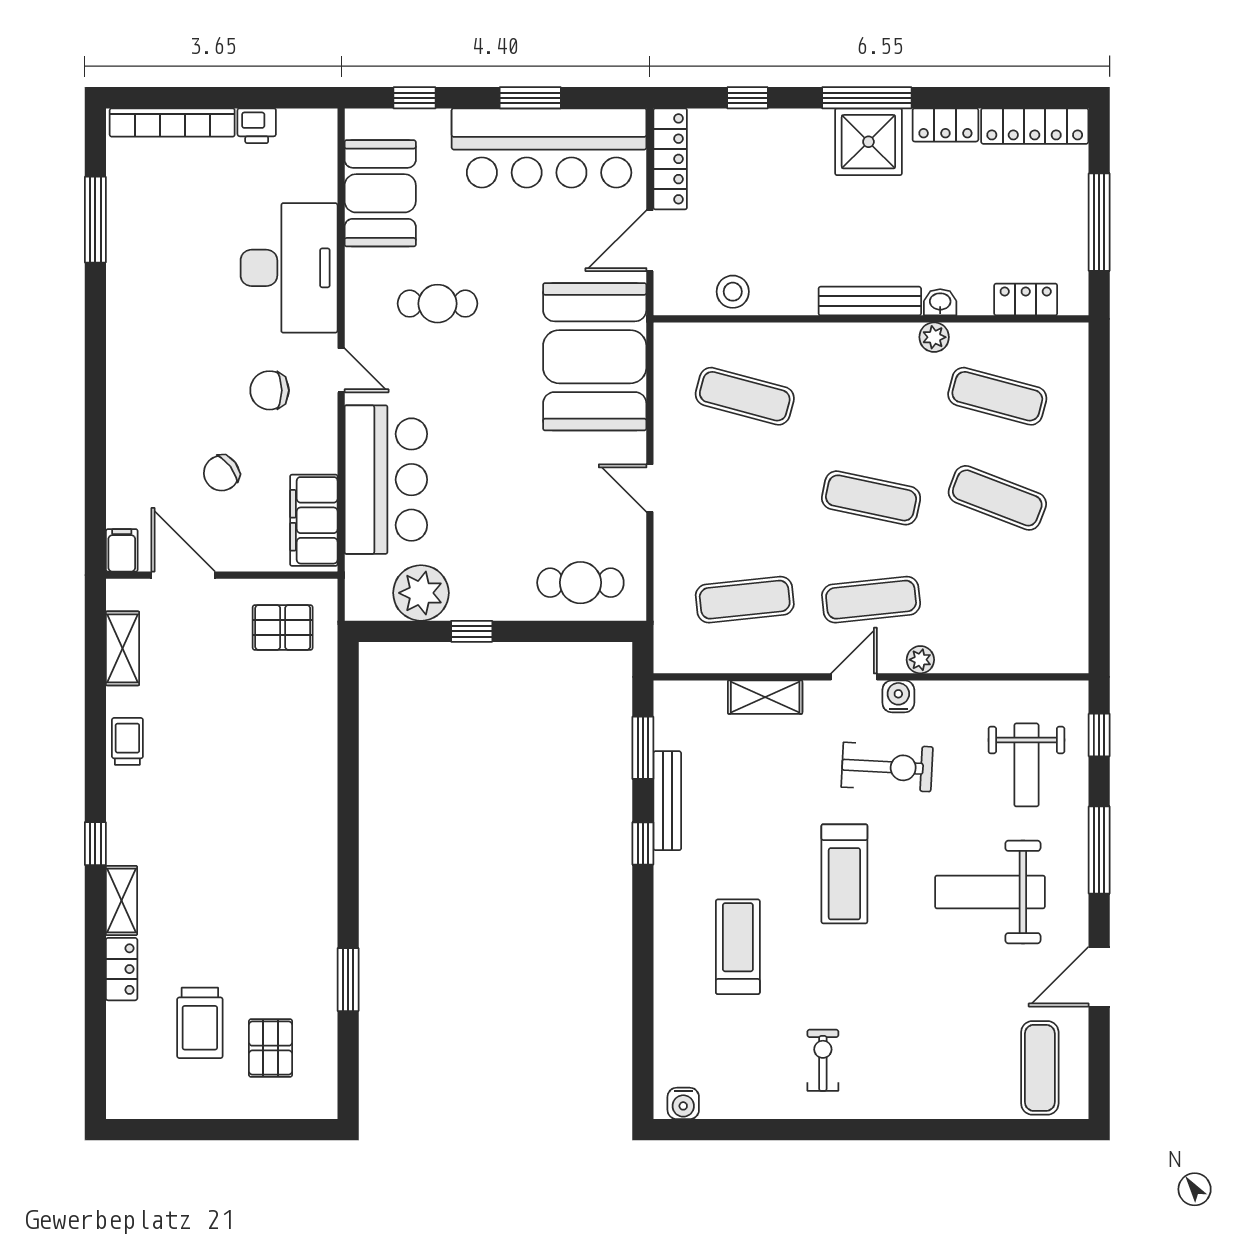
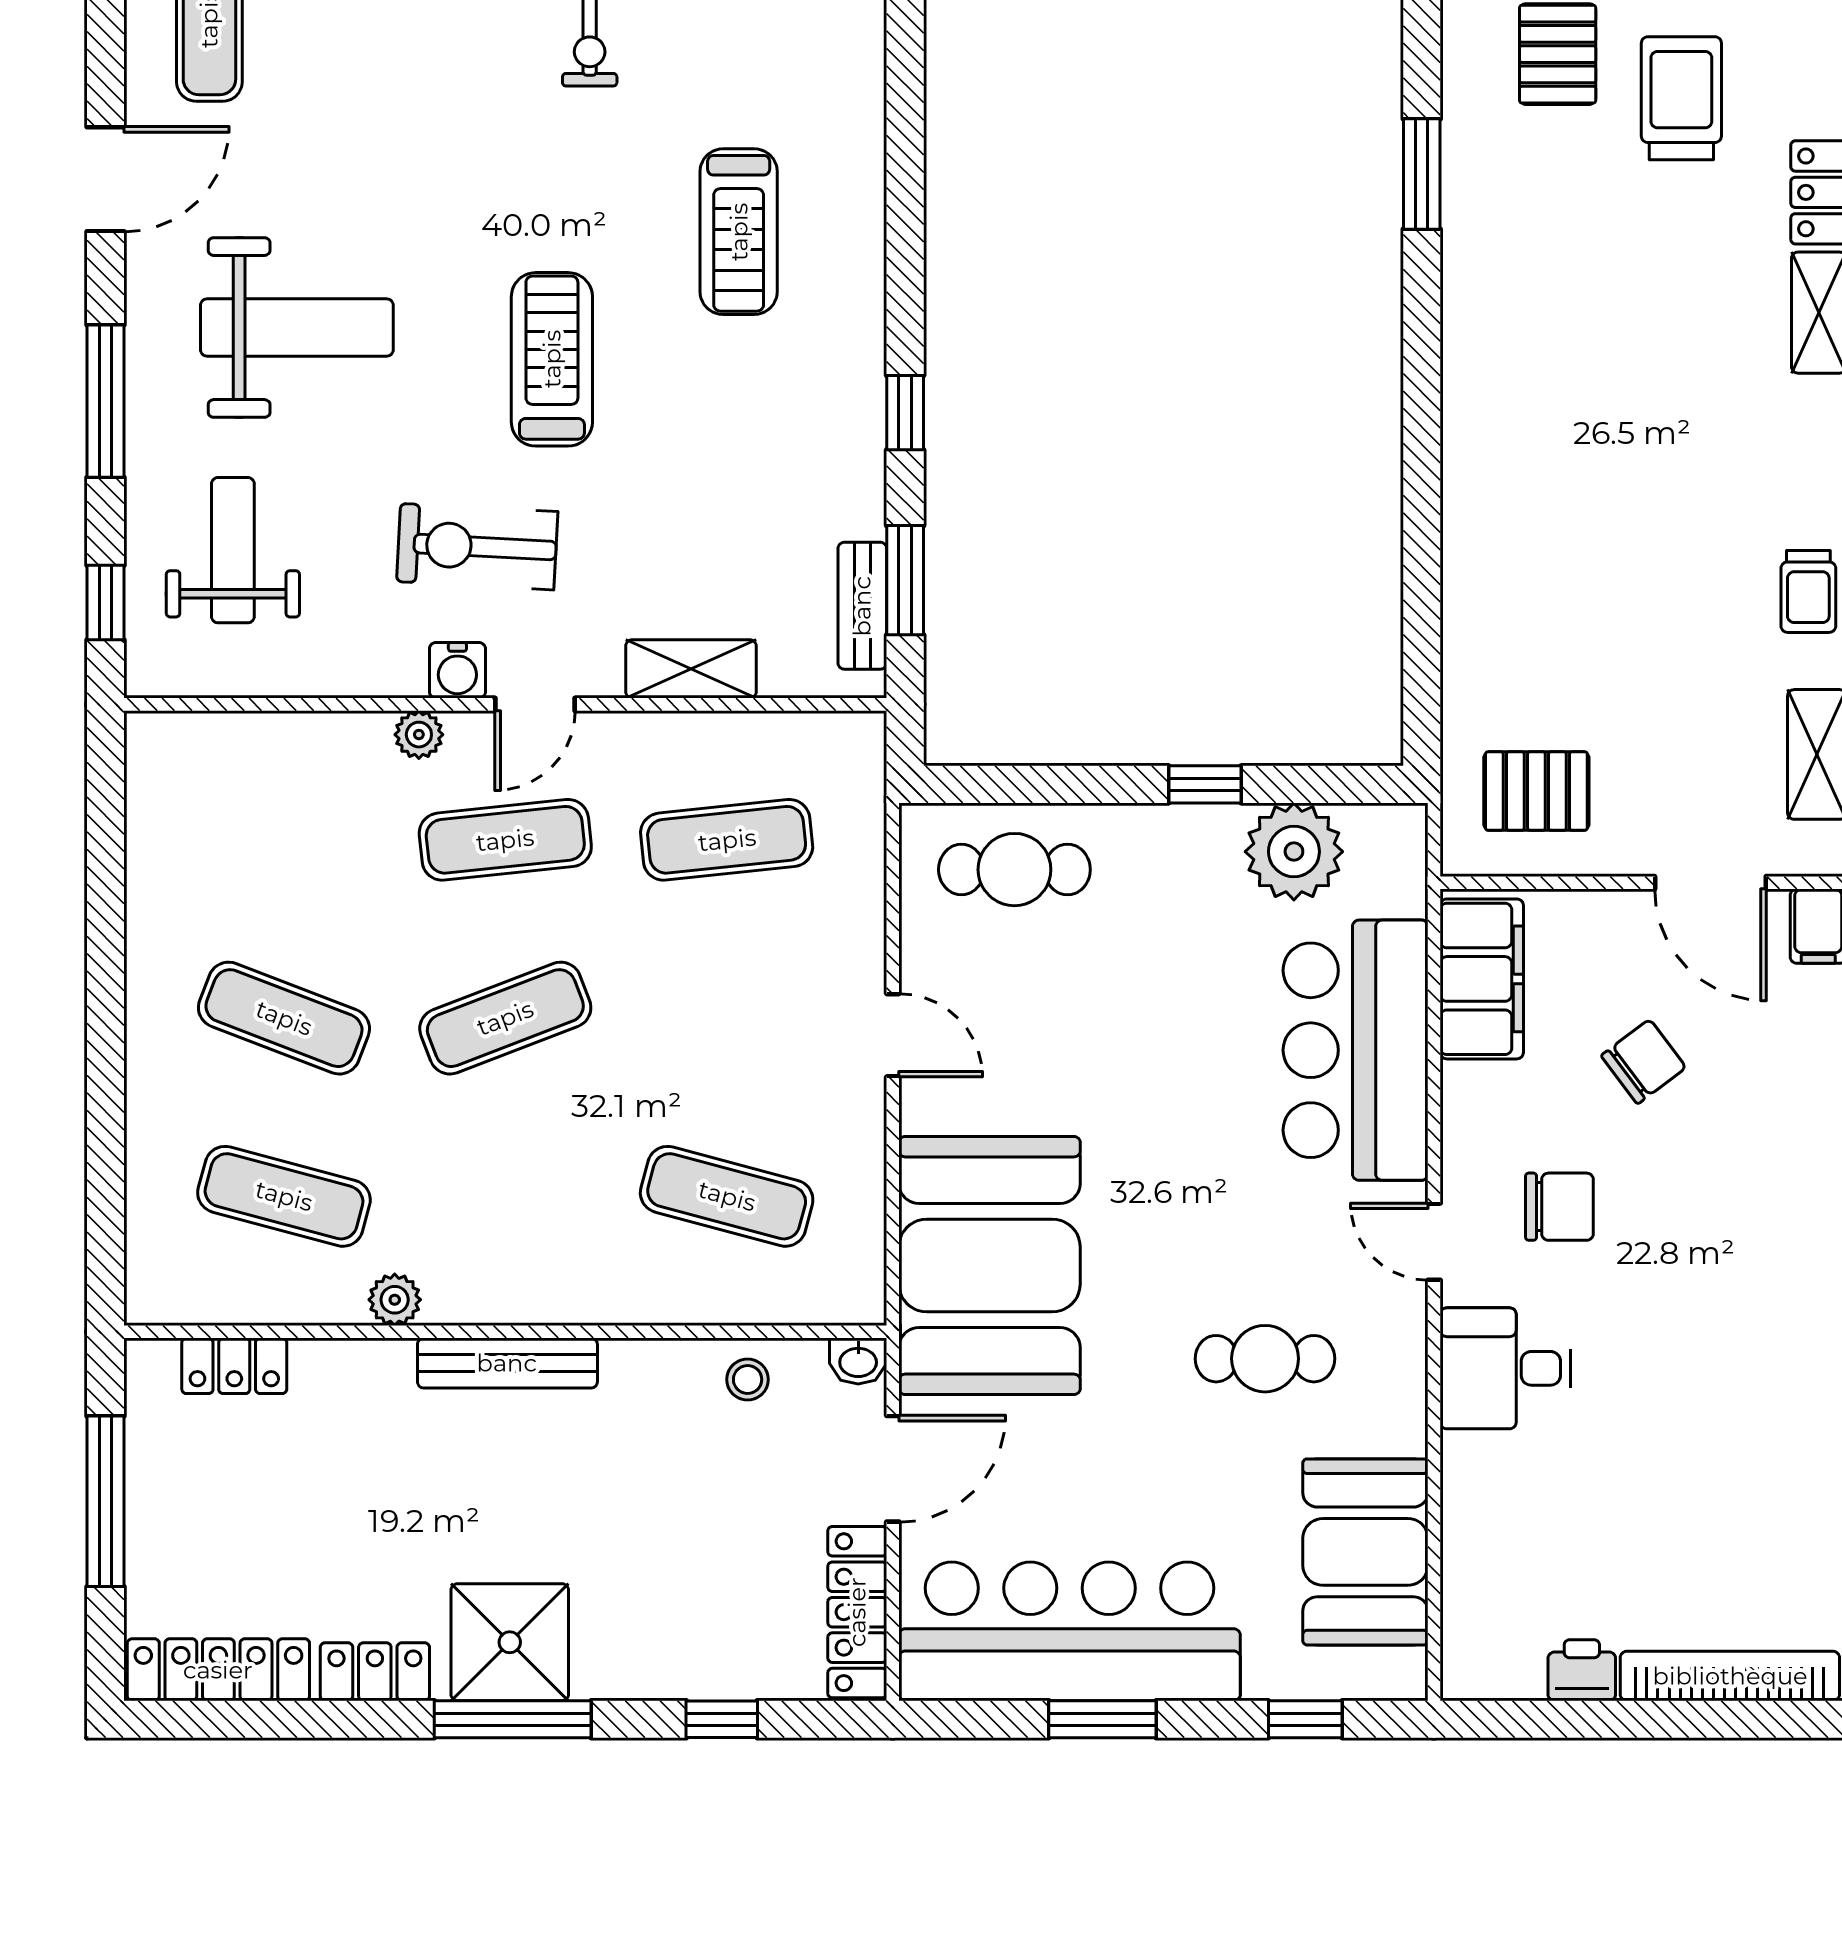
desk: (289, 268) -> (1506, 1368), width x0.53, depth x0.77
stool: (733, 292) -> (748, 1379), width x0.73, depth x0.73
washbasin: (940, 302) -> (858, 1361), moved
exercise mat: (871, 498) -> (505, 1018), turned -33
bench: (667, 801) -> (862, 606), moved, width x0.73

